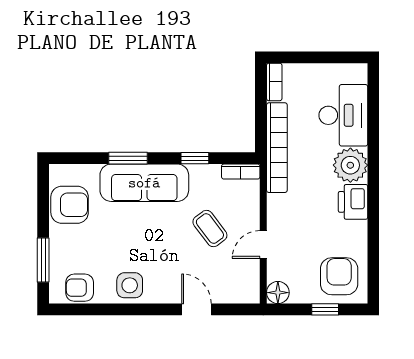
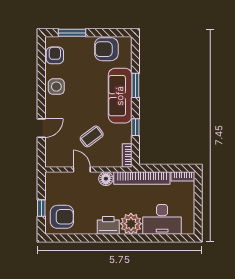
armchair: (70, 205) -> (106, 49), turned 90
floor lamp: (278, 293) -> (106, 179), moved

